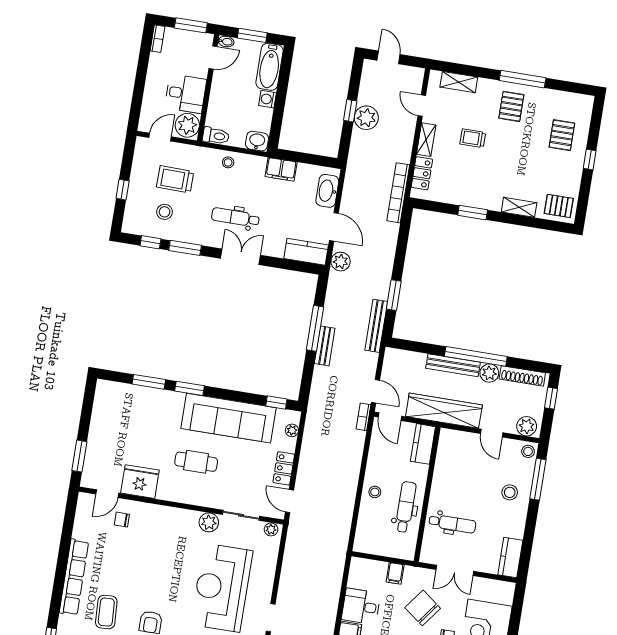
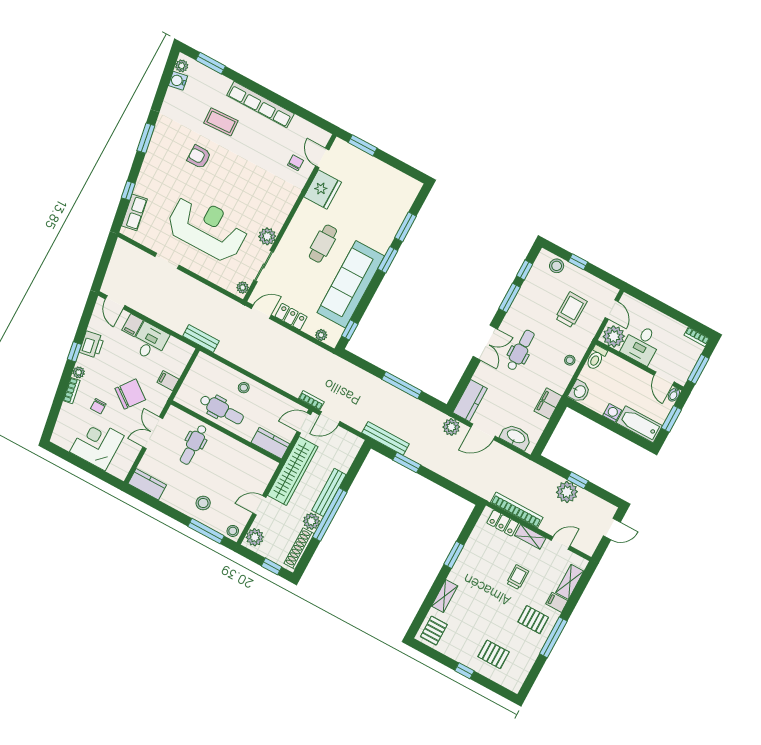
filing cabinet: (485, 88) -> (557, 602), added
bookcase: (398, 193) -> (517, 510), moved
stool: (165, 212) -> (557, 266), moved
bench: (325, 346) -> (201, 339), moved

